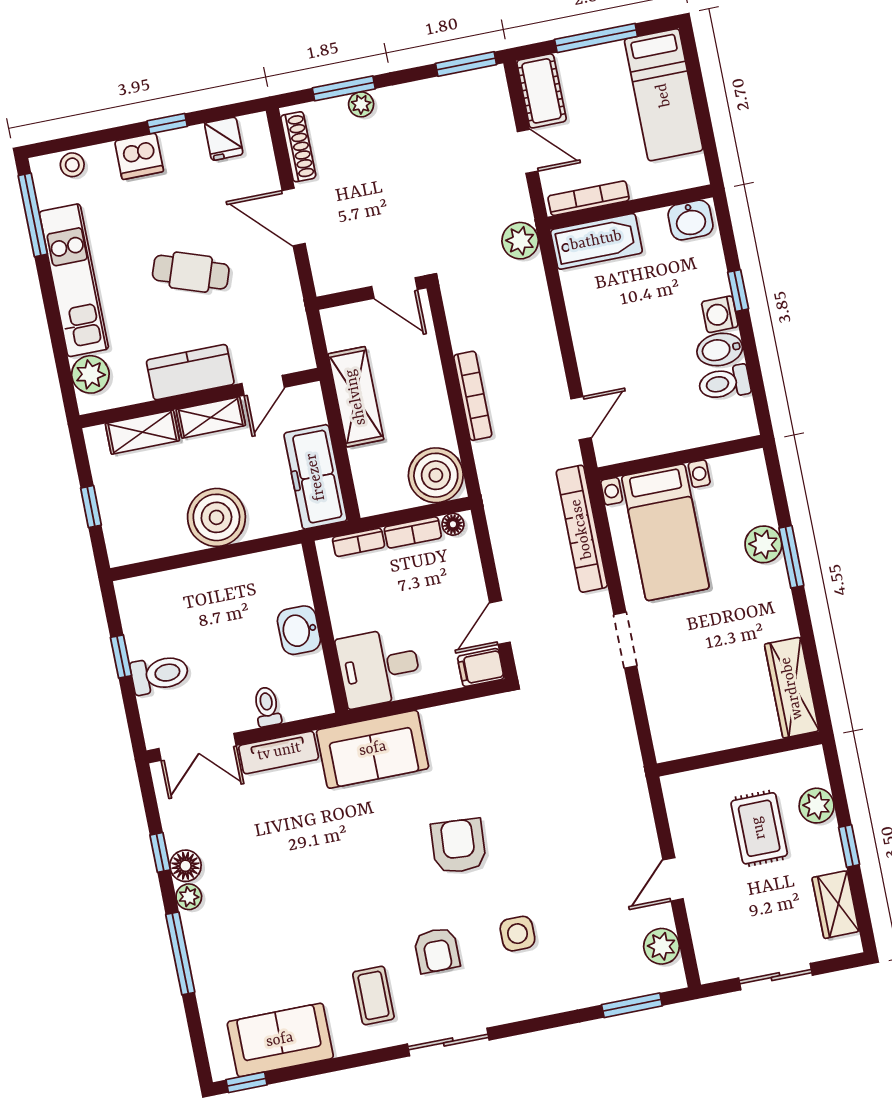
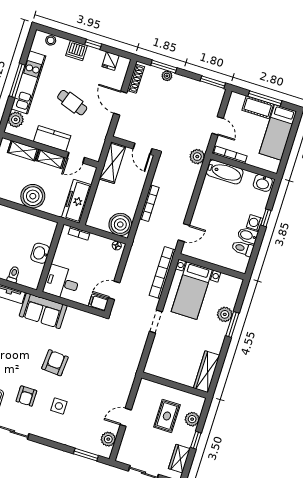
cot: (541, 91) -> (258, 107), moved, turned 90
window: (33, 215) -> (17, 81), moved
shelving: (356, 397) -> (113, 163), moved
bookcase: (413, 532) -> (101, 241), removed

